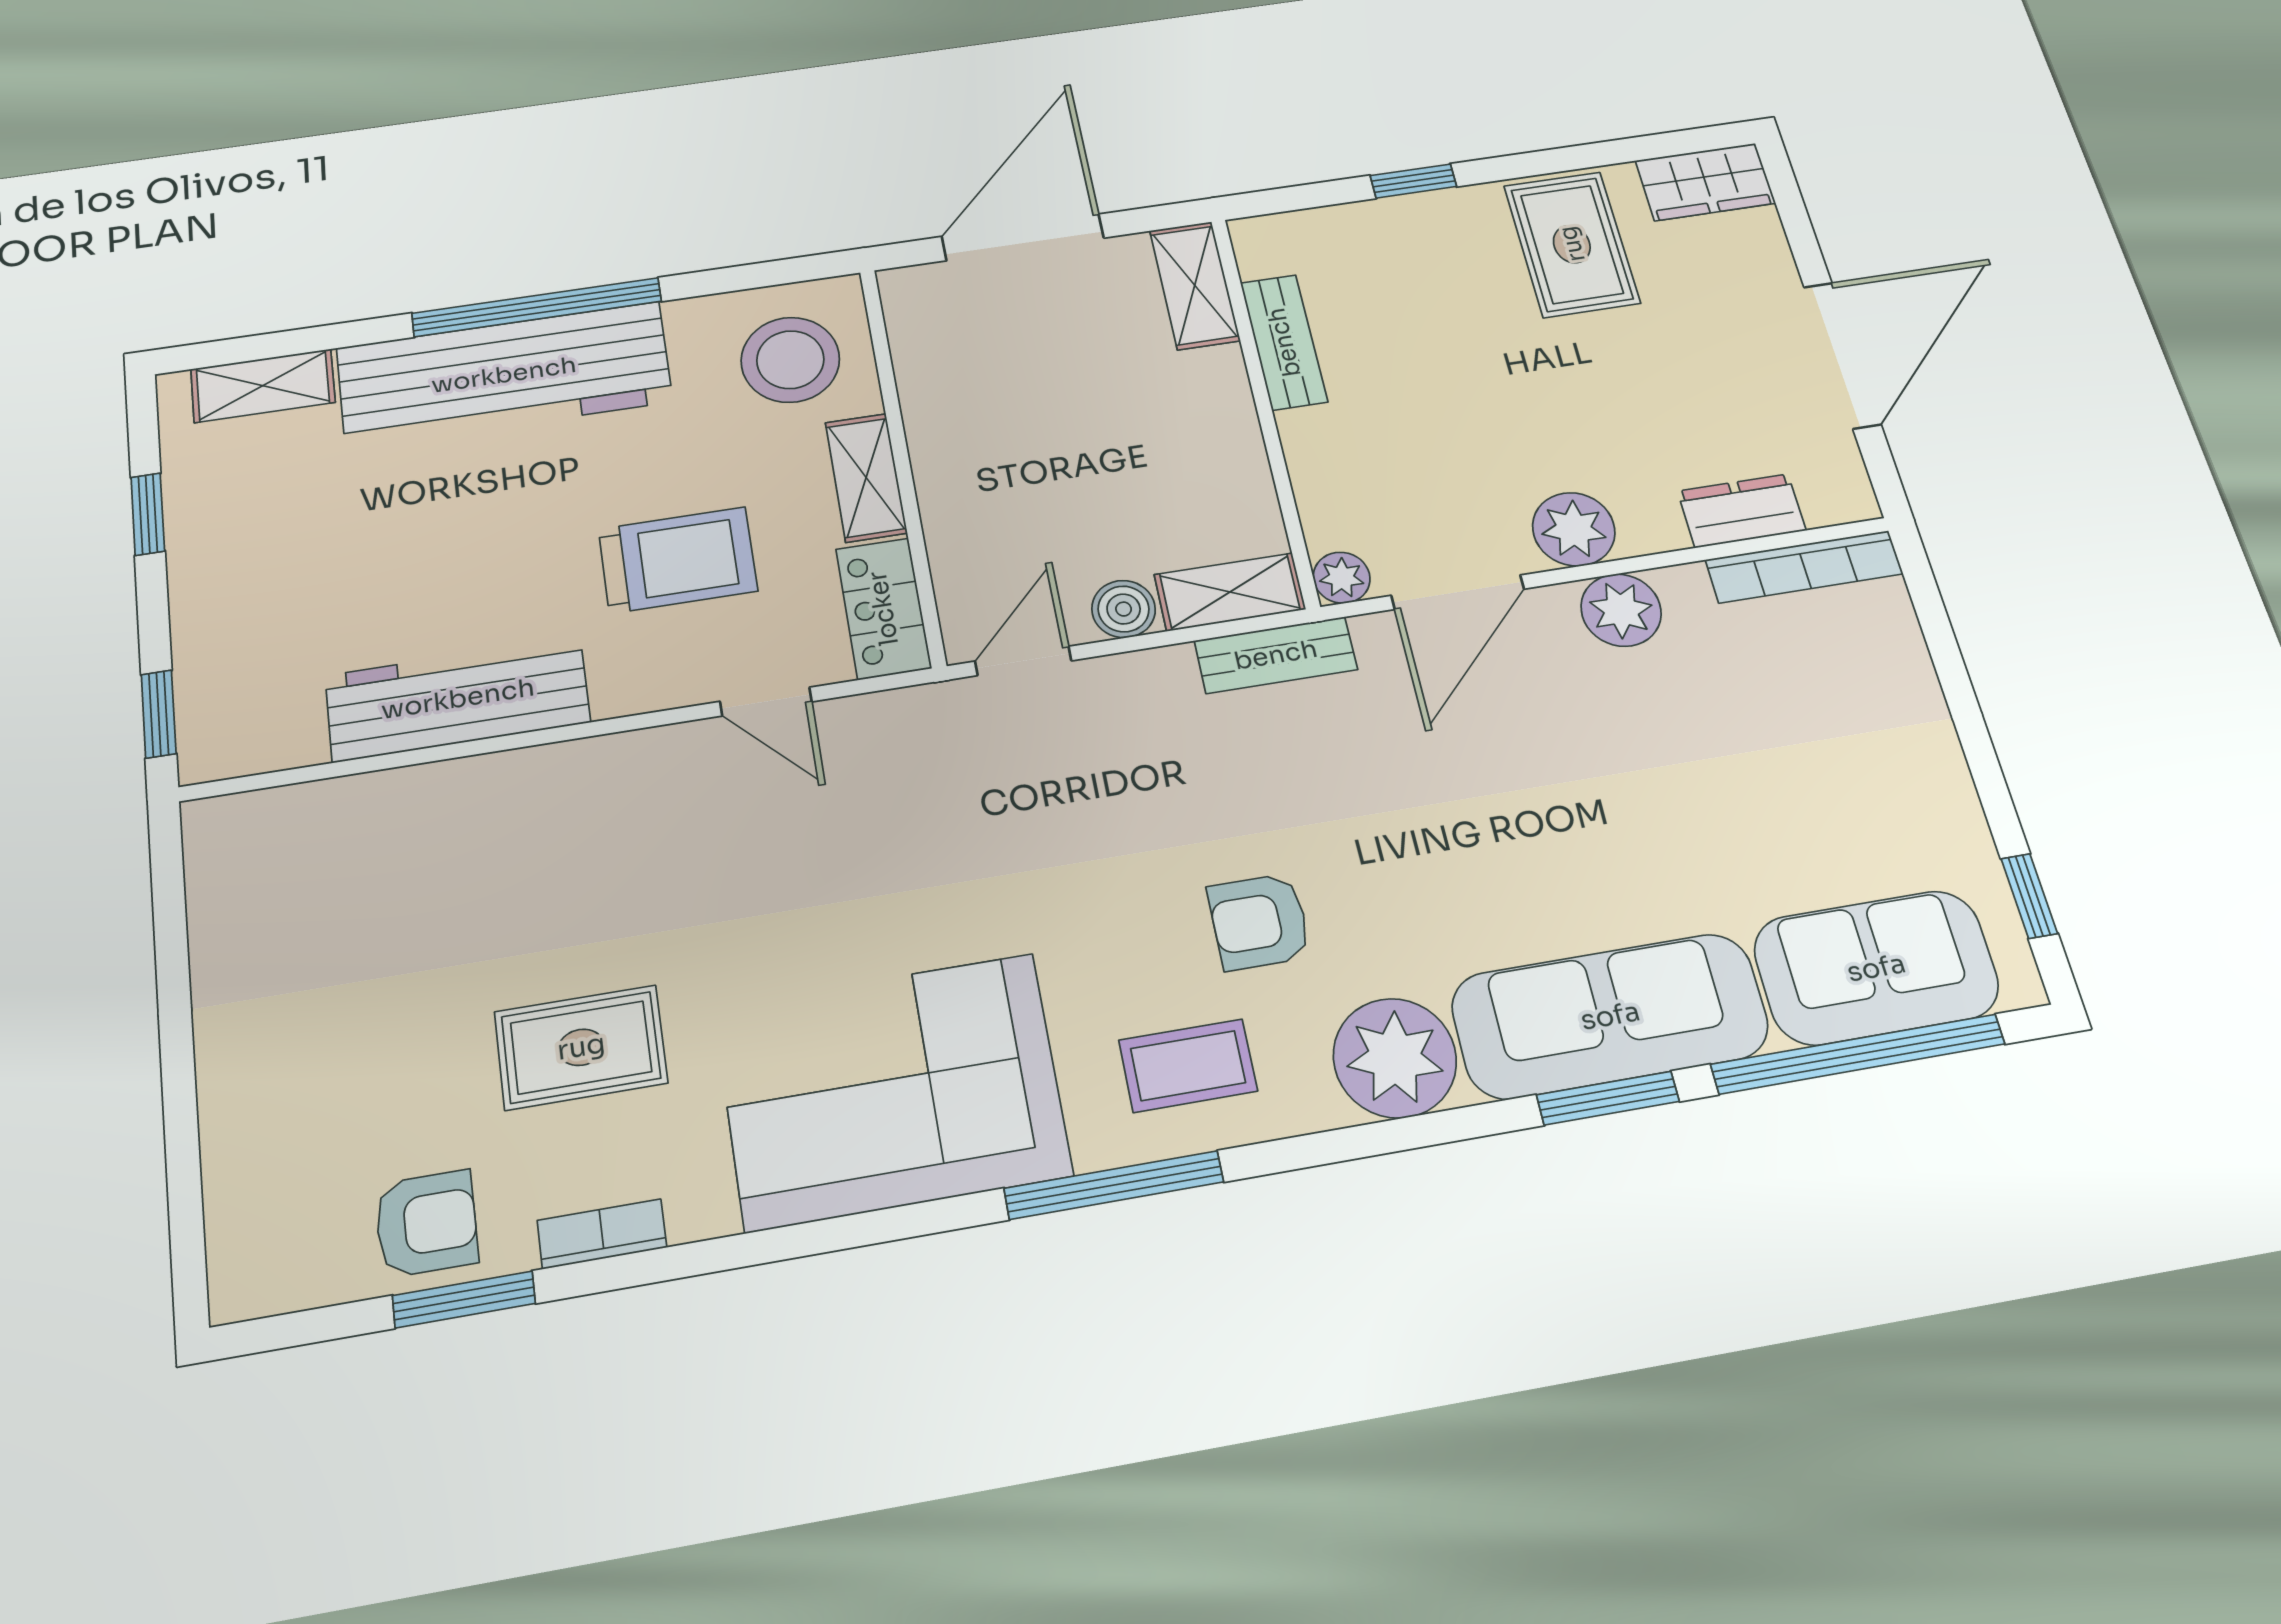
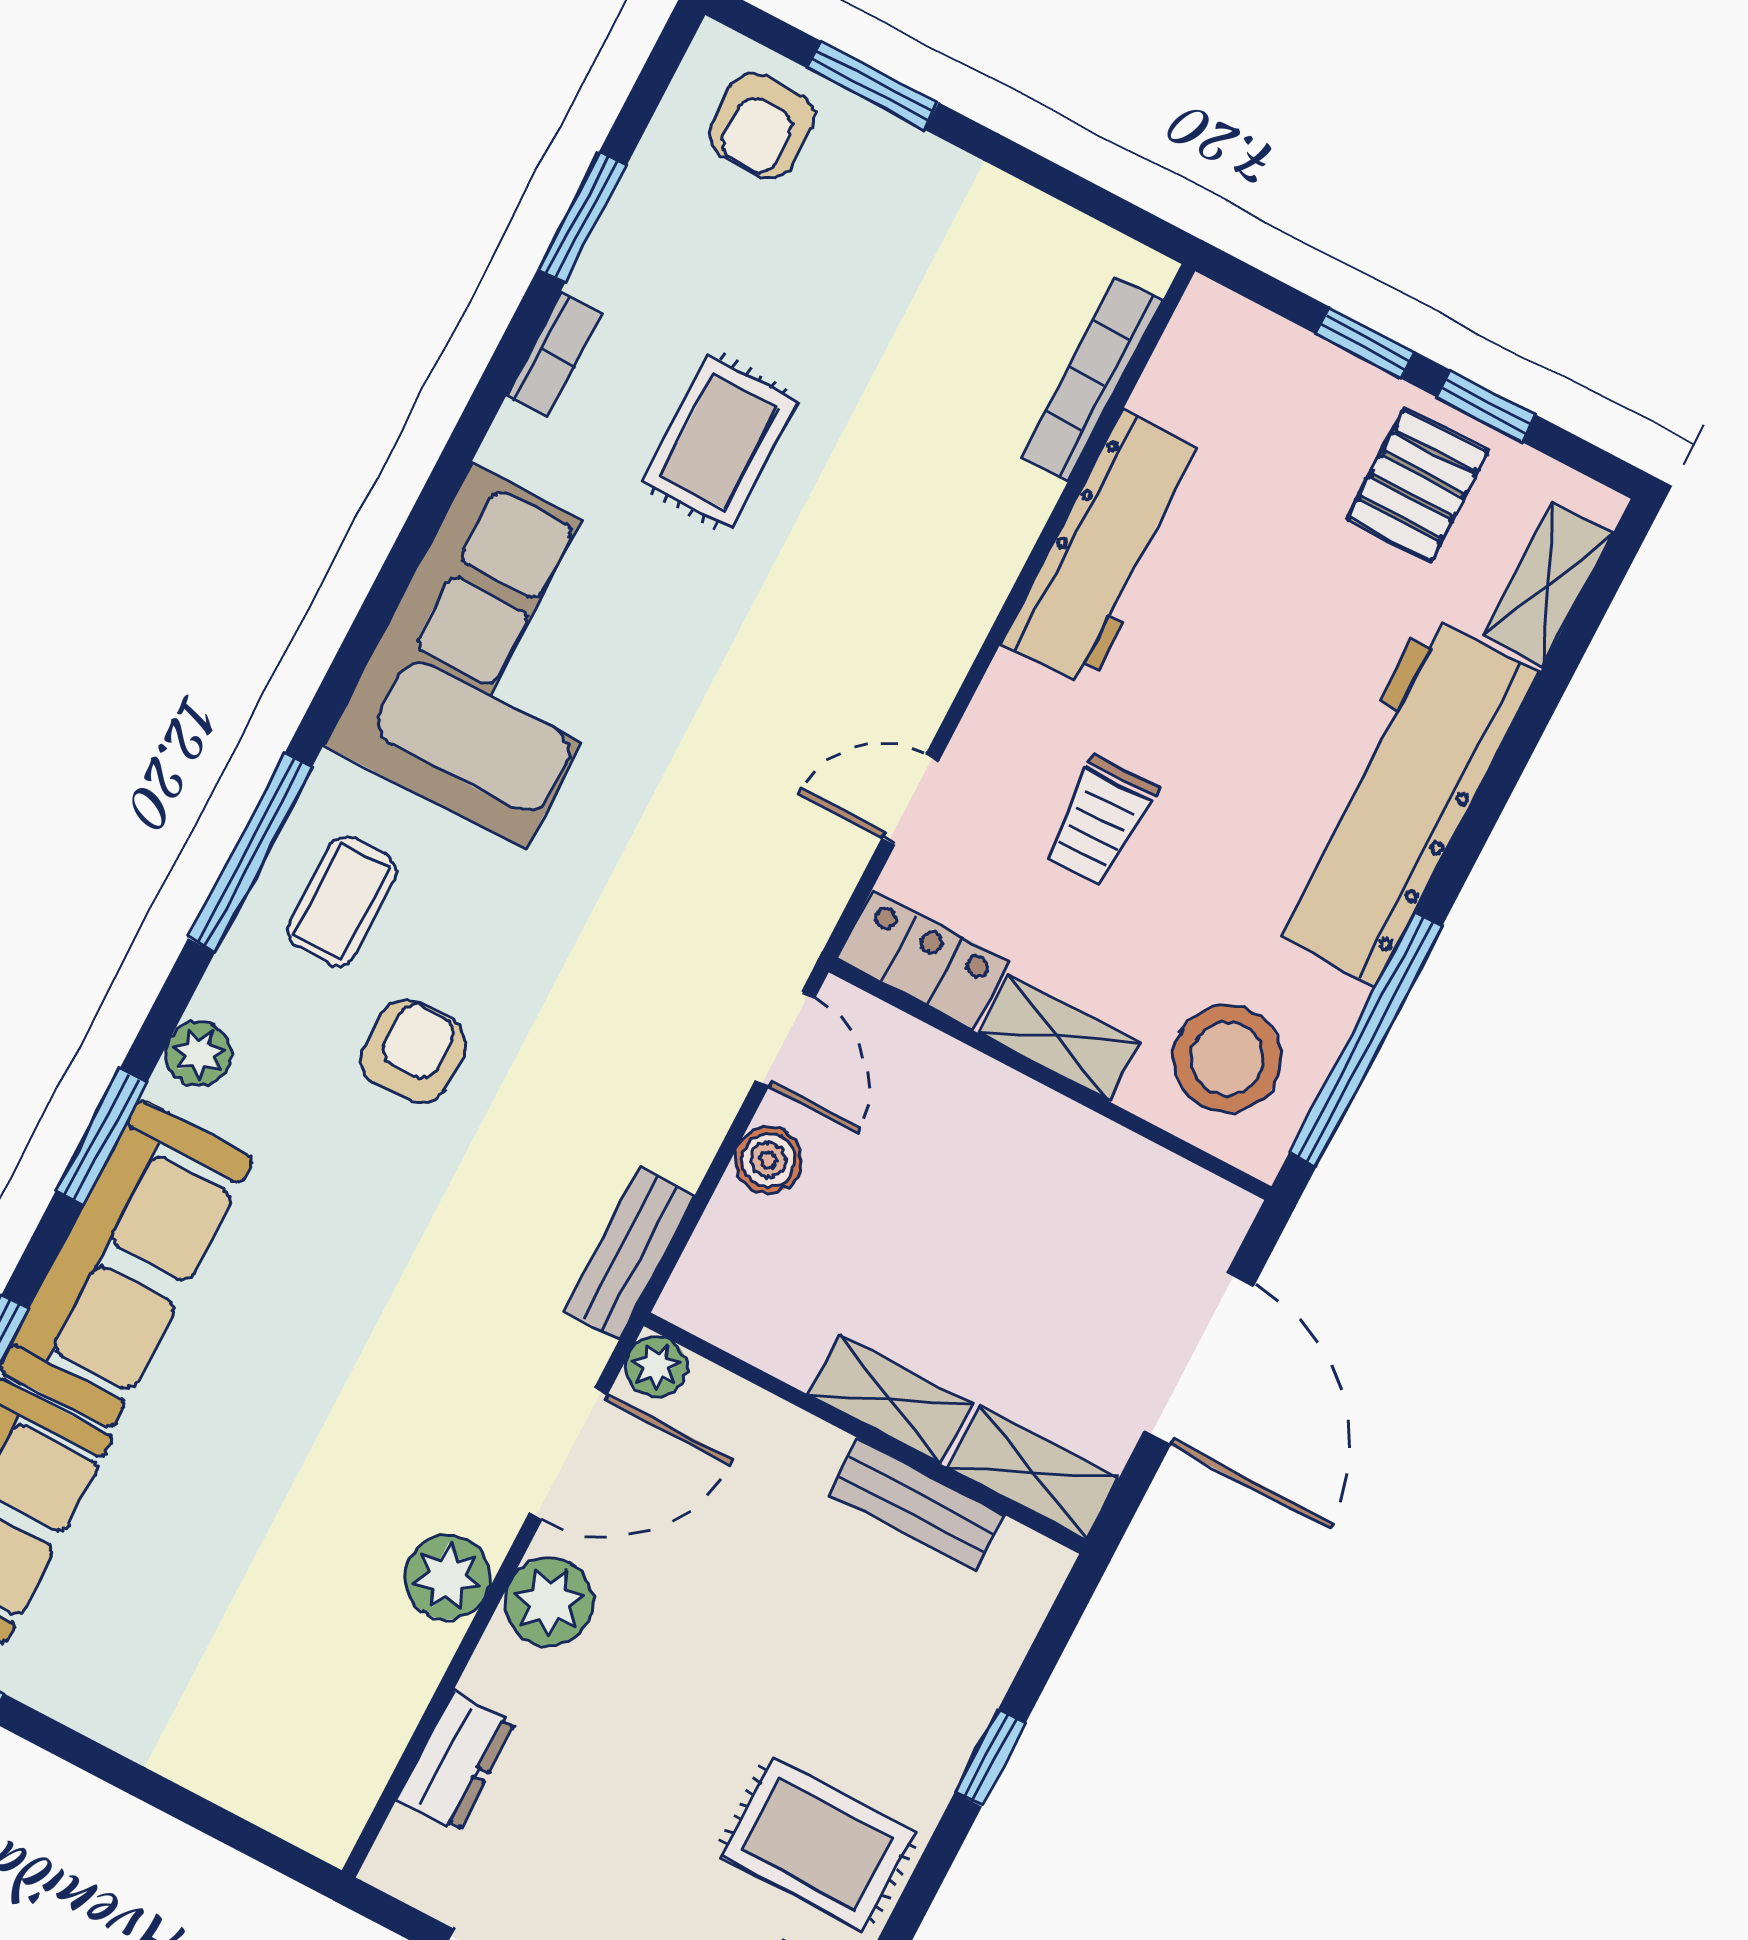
window: (537, 307) -> (1366, 1039), moved
pallet: (246, 520) -> (1417, 485), added
trolley: (678, 560) -> (1100, 821), width x0.73, depth x0.72
bookcase: (1804, 567) -> (1092, 379), moved
shelving: (1230, 592) -> (890, 1400), moved, turned 90
door: (1458, 592) -> (569, 1453), swing flipped
window: (159, 714) -> (1365, 343), moved
plant: (1395, 1058) -> (199, 1054), width x0.53, depth x0.53
window: (1608, 1098) -> (101, 1137), moved
window: (182, 1143) -> (873, 85), added
window: (1114, 1185) -> (250, 852), moved
armchair: (426, 1224) -> (762, 126), moved

